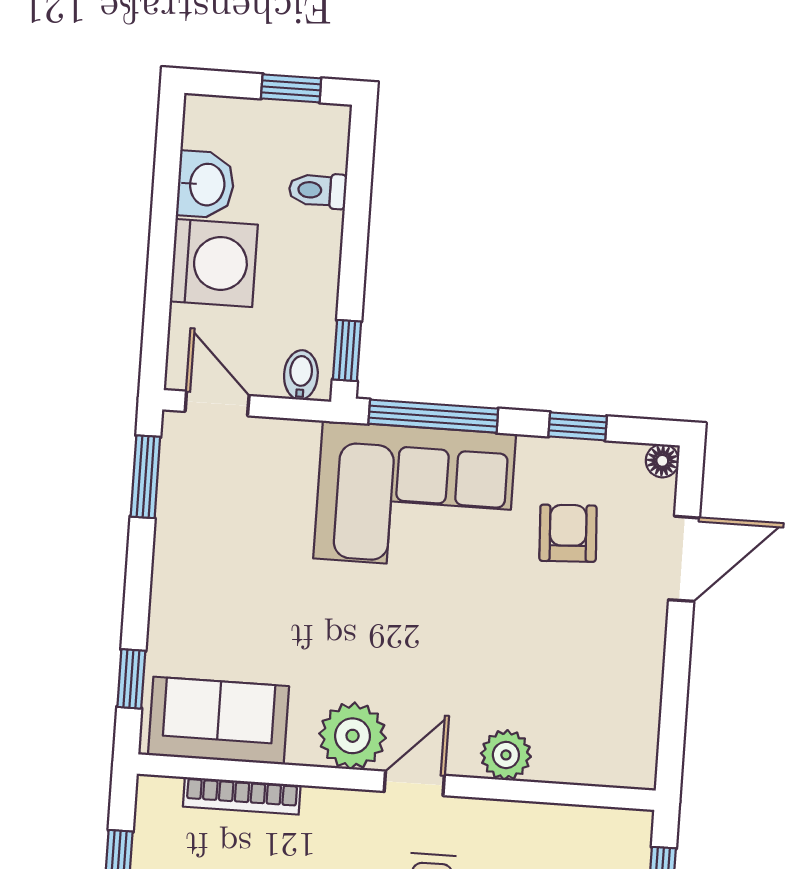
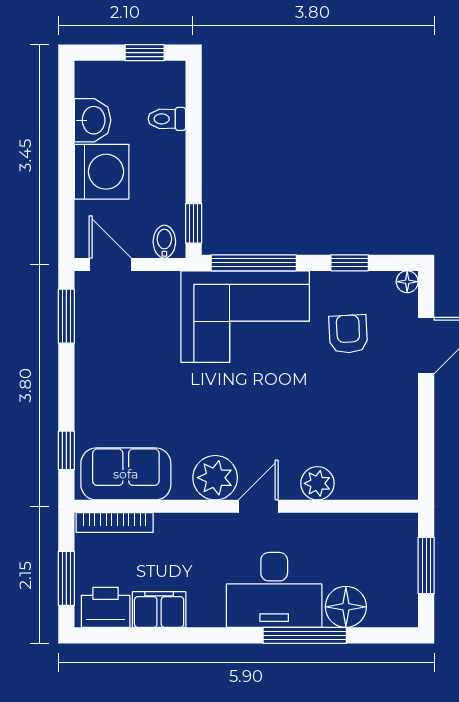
bookcase: (242, 796) -> (115, 523), moved

